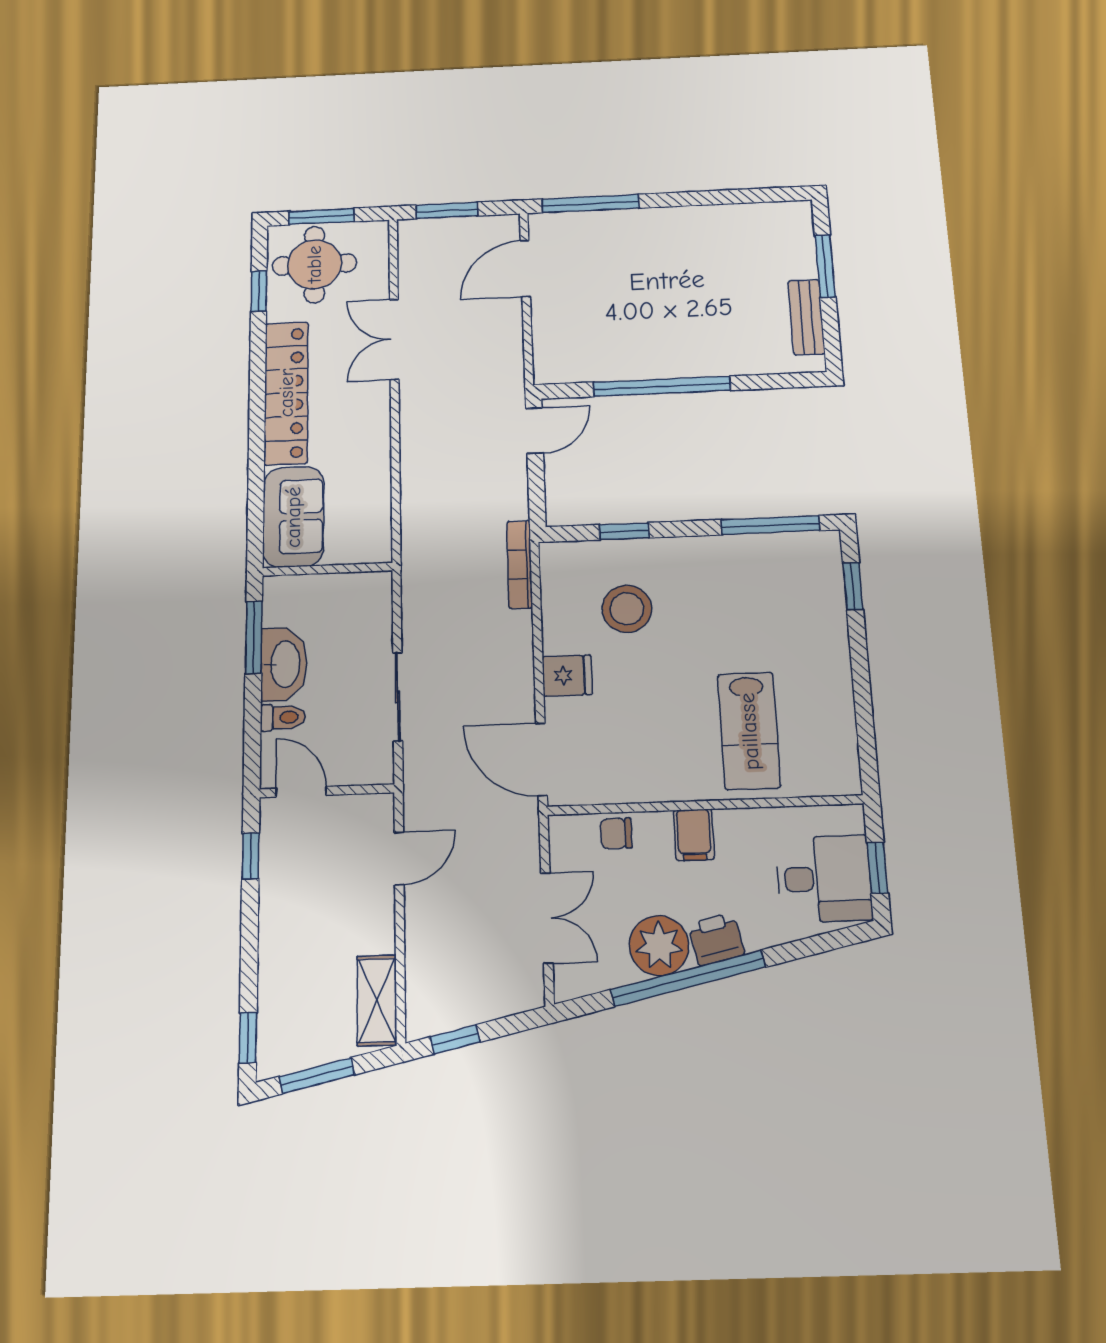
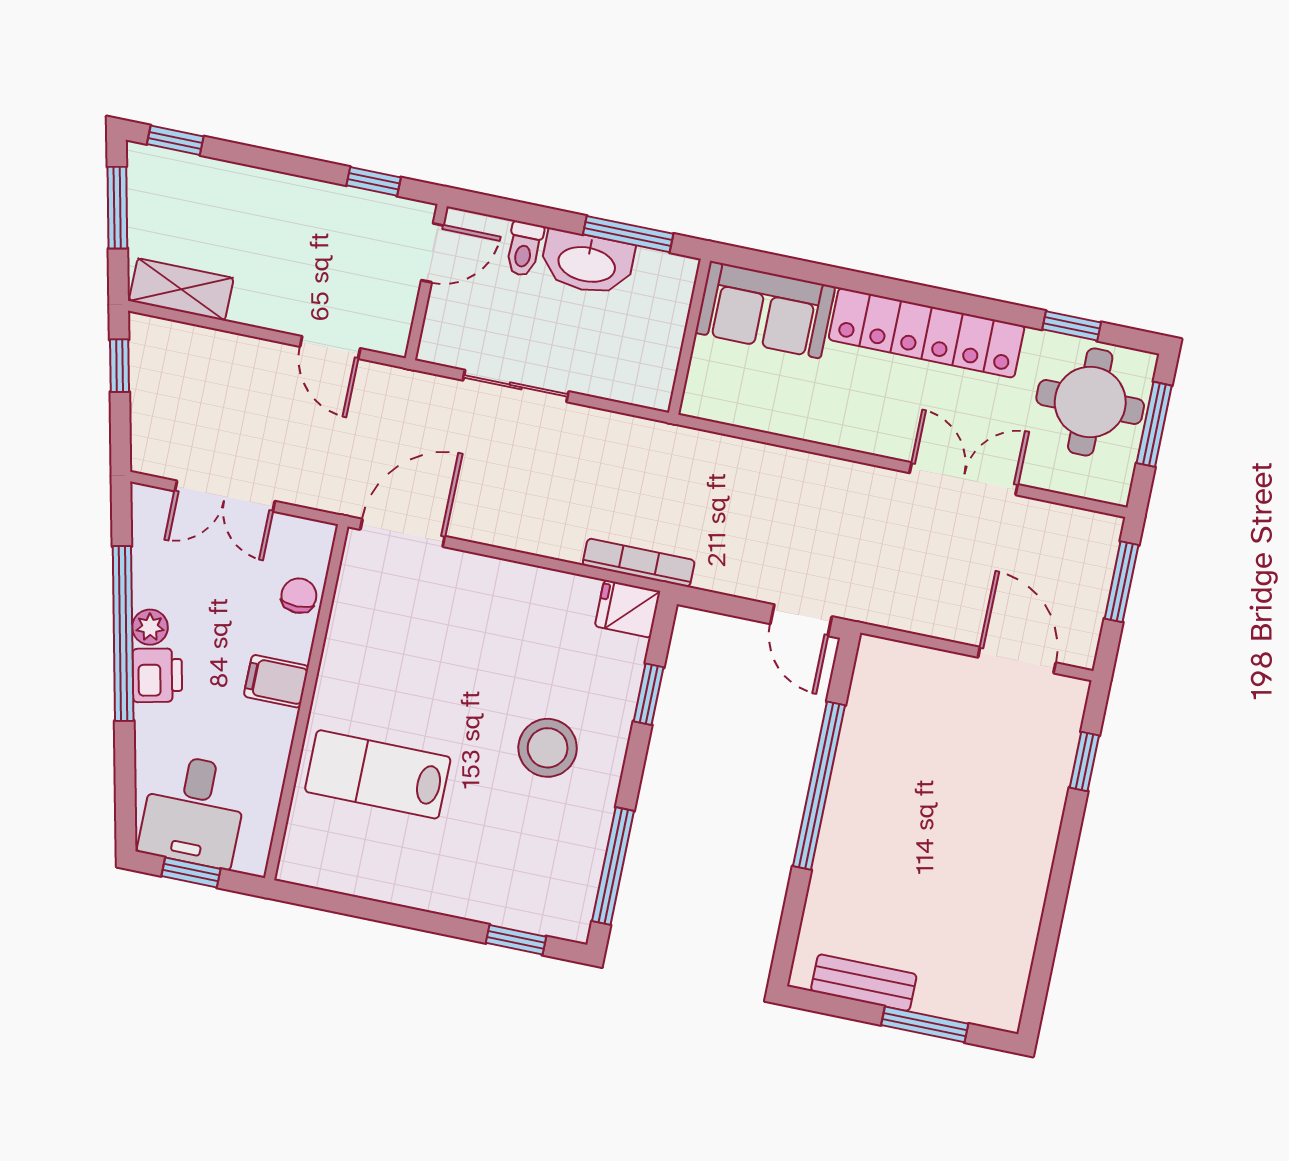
window: (590, 204) -> (1084, 761), width x0.46
stool: (627, 609) -> (548, 748), moved
fridge: (567, 676) -> (628, 609), moved, turned 90
plant: (659, 946) -> (150, 627), width x0.53, depth x0.53

